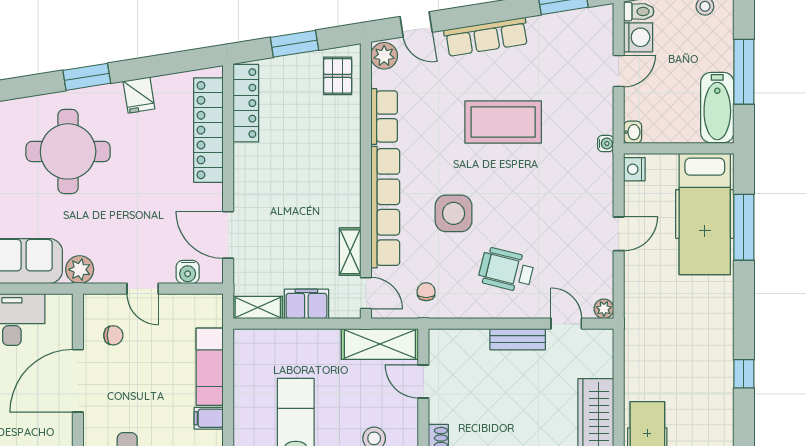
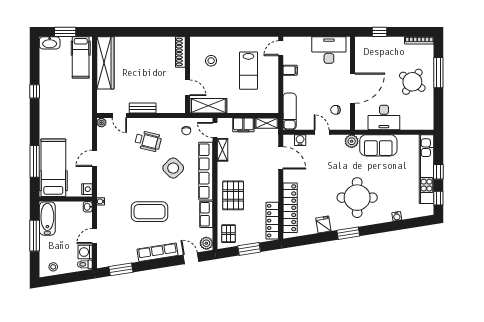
pallet: (328, 156) -> (233, 195), added
side table: (454, 213) -> (173, 168), turned 45
exam couch: (210, 367) -> (290, 111), moved

